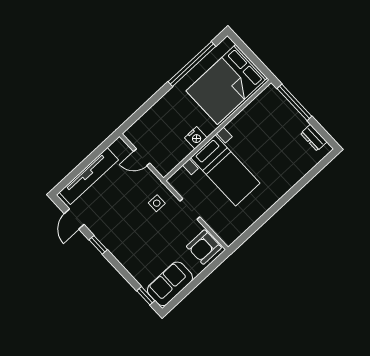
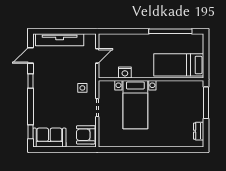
bed: (227, 84) -> (179, 65), width x0.67
nightstand: (196, 138) -> (125, 72), moved
door: (142, 157) -> (97, 56), swing flipped

